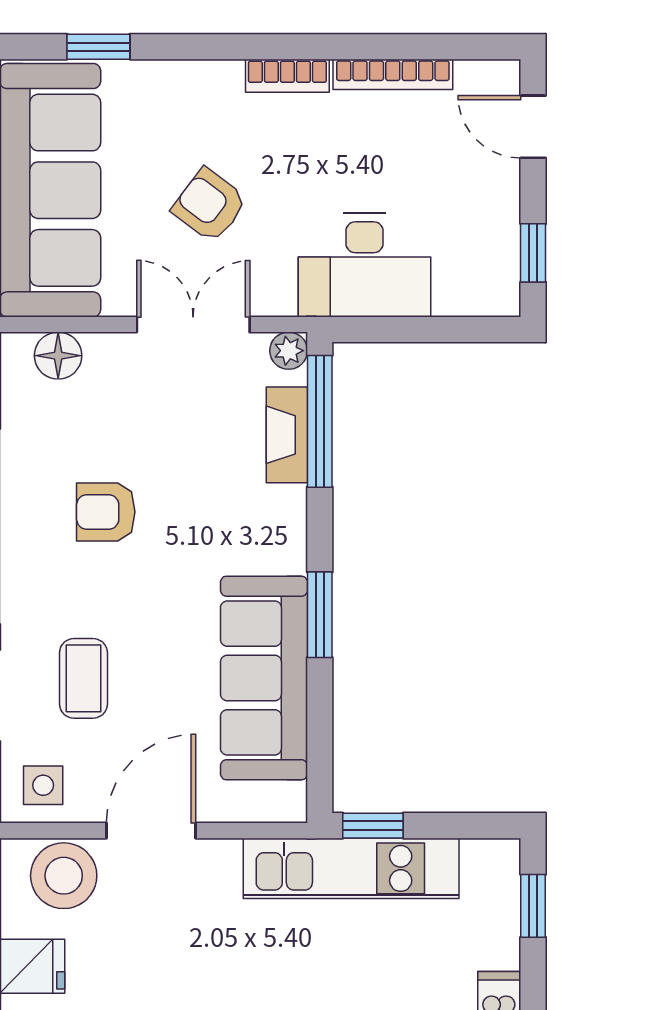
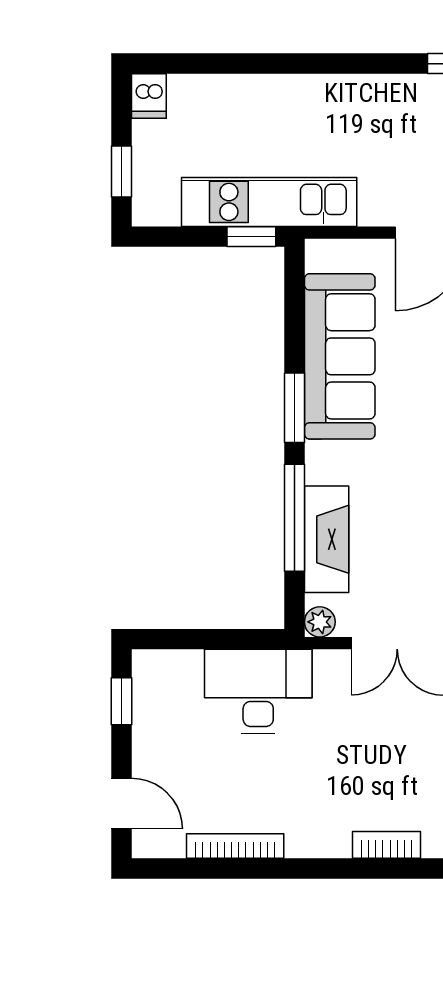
bookcase: (287, 76) -> (386, 845), moved
armchair: (209, 205) -> (384, 740), removed
window: (320, 421) -> (295, 518), moved
fireplace: (287, 435) -> (327, 539), width x1.37, depth x1.32

